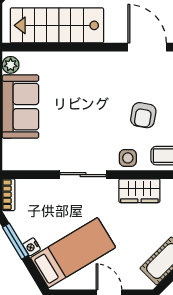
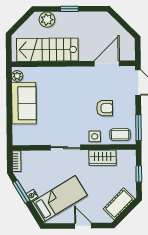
door: (147, 47) -> (107, 63), hinge flipped
armchair: (143, 115) -> (105, 108), turned -100

